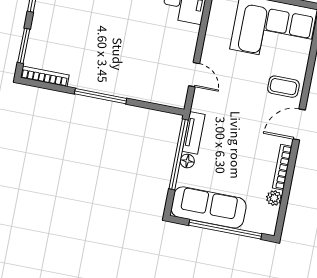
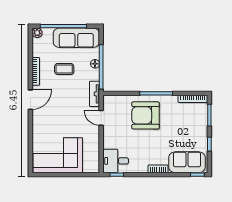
armchair: (124, 65) -> (146, 115), added
coffee table: (283, 87) -> (64, 69), moved
tv unit: (194, 133) -> (94, 94), moved
plant: (274, 198) -> (37, 33), moved

